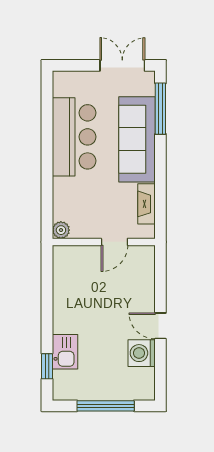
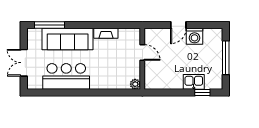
double door: (122, 65) -> (24, 63), moved
plant: (61, 230) -> (135, 84), moved
wall: (104, 242) -> (142, 59), moved
door: (114, 242) -> (142, 52), moved

